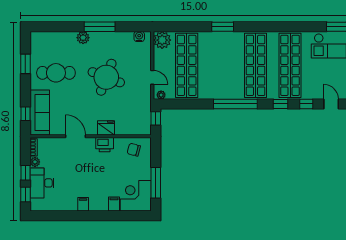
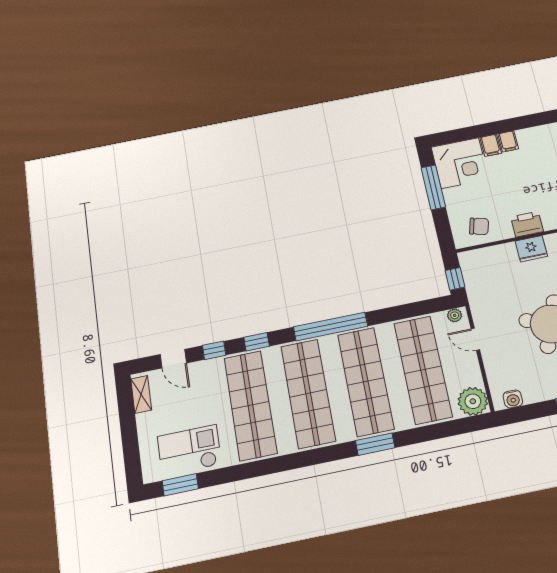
shop shelf: (221, 65) -> (366, 381), added
filing cabinet: (83, 204) -> (508, 141), moved

